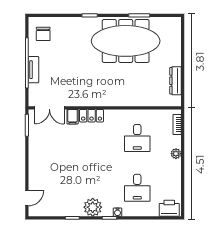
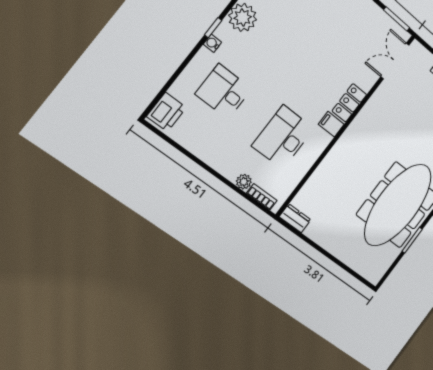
dresser: (176, 81) -> (295, 218), moved, width x0.70
filing cabinet: (73, 117) -> (331, 124), moved
desk: (137, 138) -> (283, 137), width x1.37
plant: (176, 154) -> (244, 182), moved

